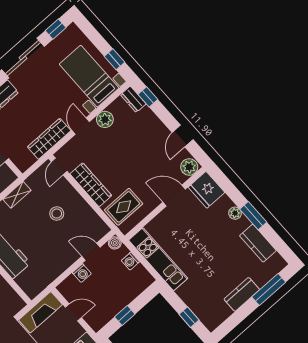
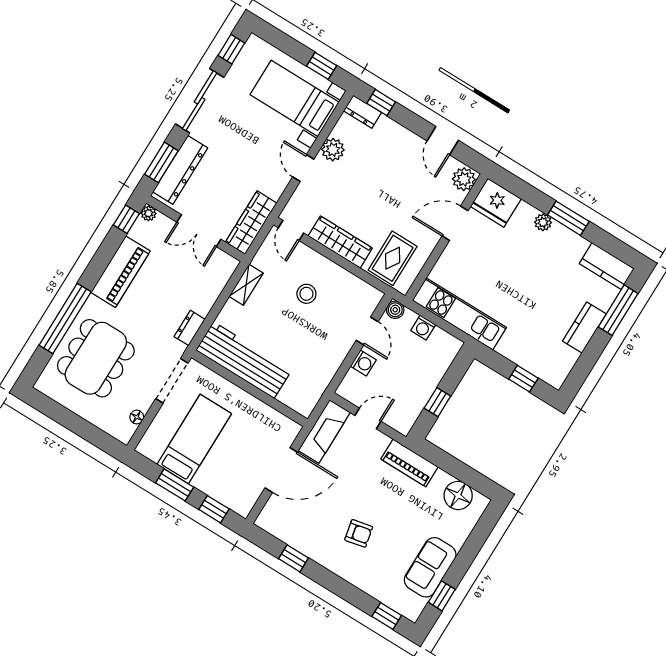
wardrobe: (49, 139) -> (251, 223), moved
kitchen counter: (258, 243) -> (607, 266), moved
door: (91, 252) -> (367, 331), swing flipped

